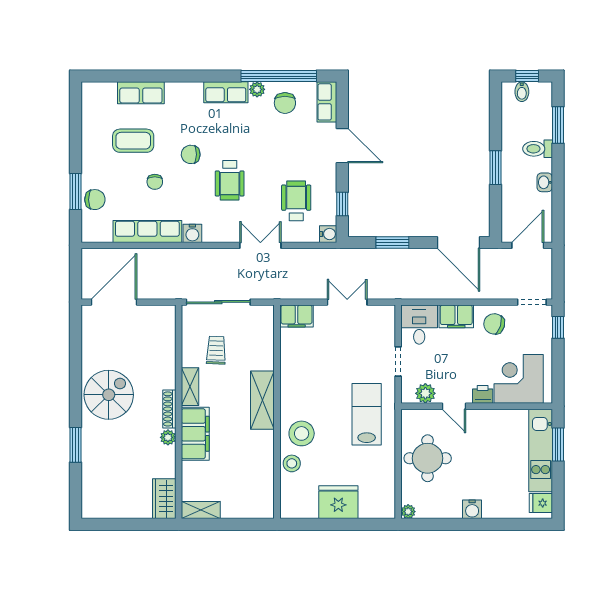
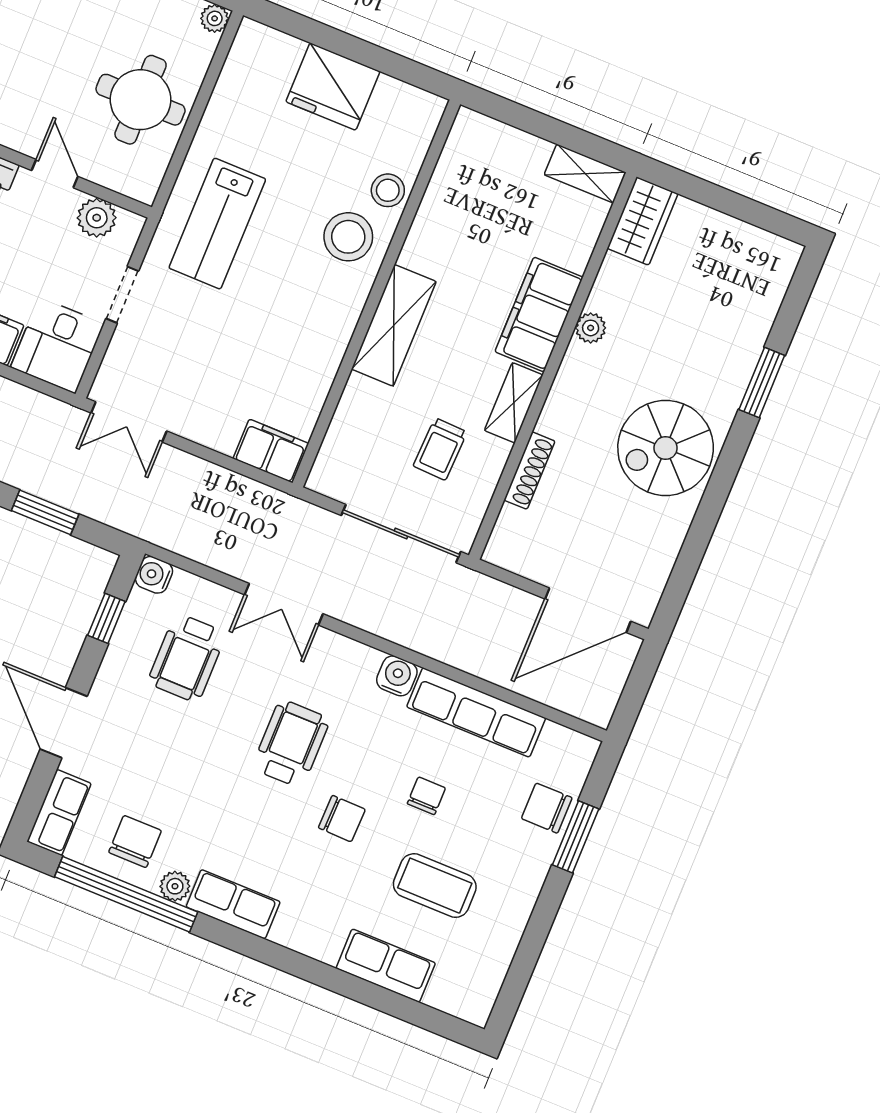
double door: (347, 302) -> (129, 422), moved
shoe rack: (169, 409) -> (529, 471), moved

